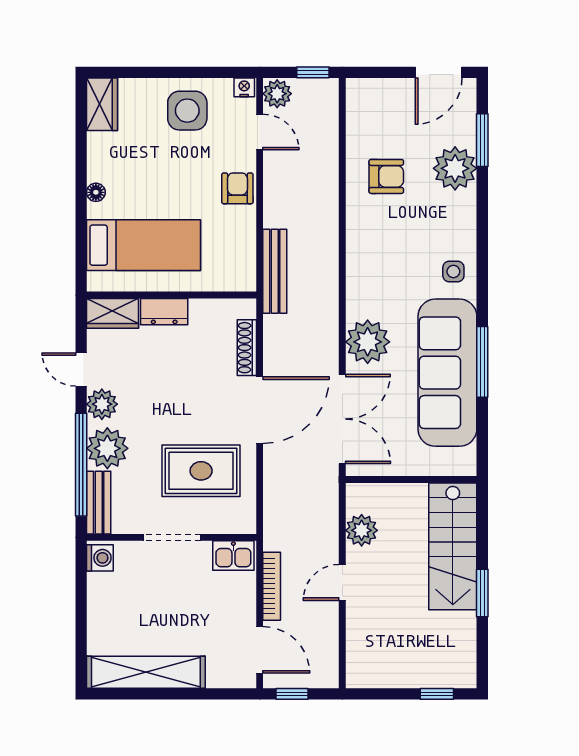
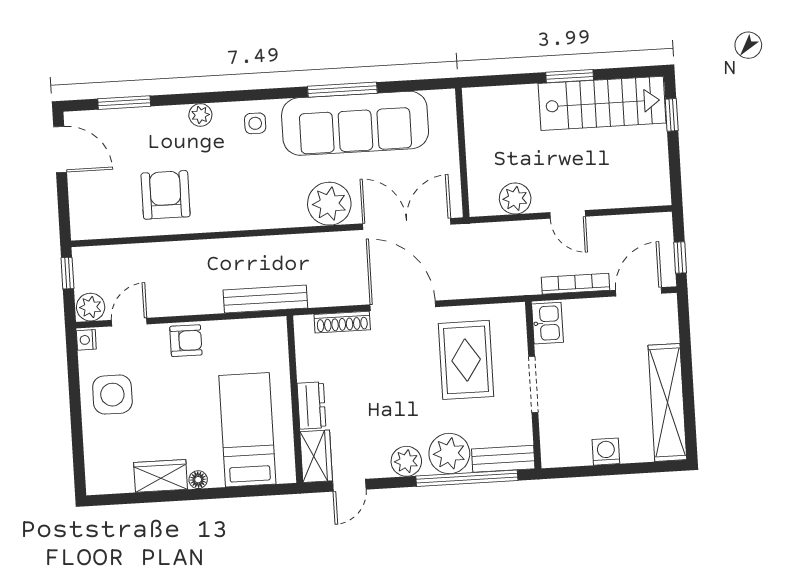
wardrobe: (102, 104) -> (161, 476), moved
plant: (455, 168) -> (200, 115), moved, width x0.53, depth x0.53
armchair: (386, 176) -> (166, 195), width x1.38, depth x1.38
armchair: (237, 188) -> (186, 341), turned 180
door: (81, 370) -> (349, 485), moved
stairs: (453, 546) -> (602, 103), moved
washing machine: (100, 558) -> (606, 452), moved

